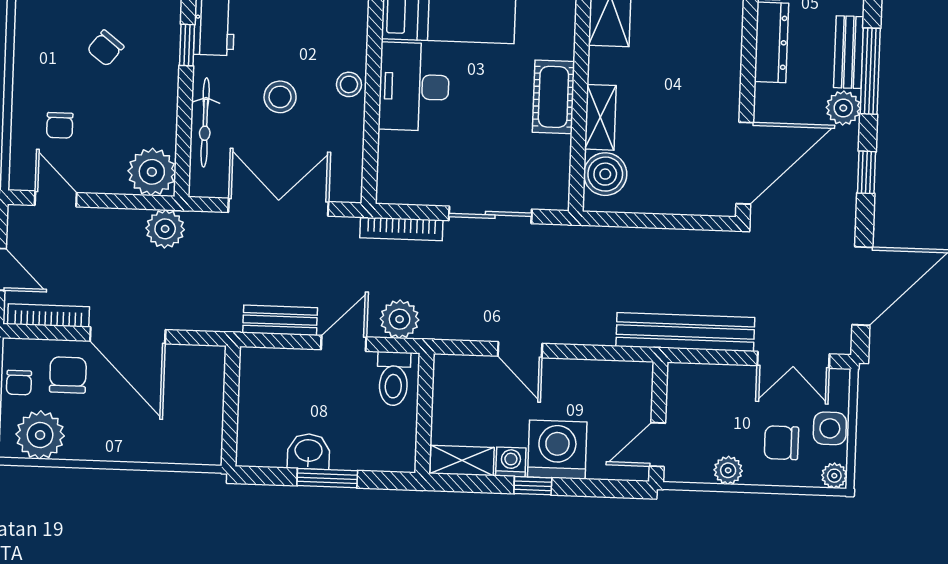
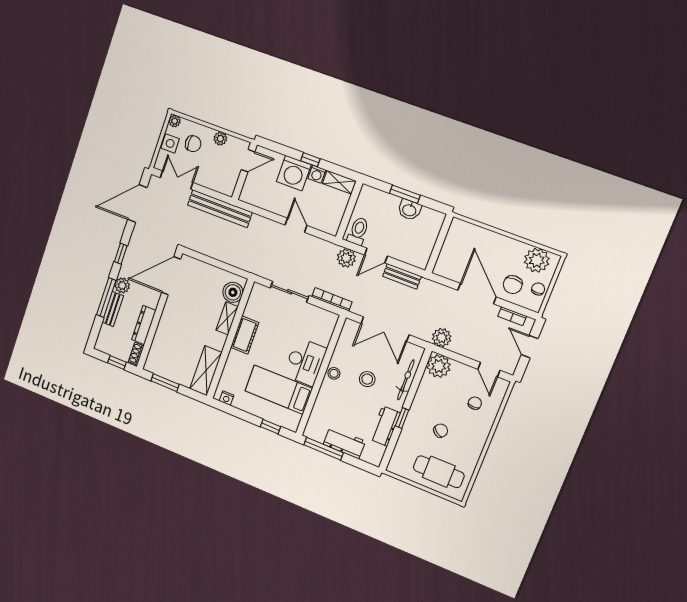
bookcase: (48, 315) -> (512, 316), width x0.64

